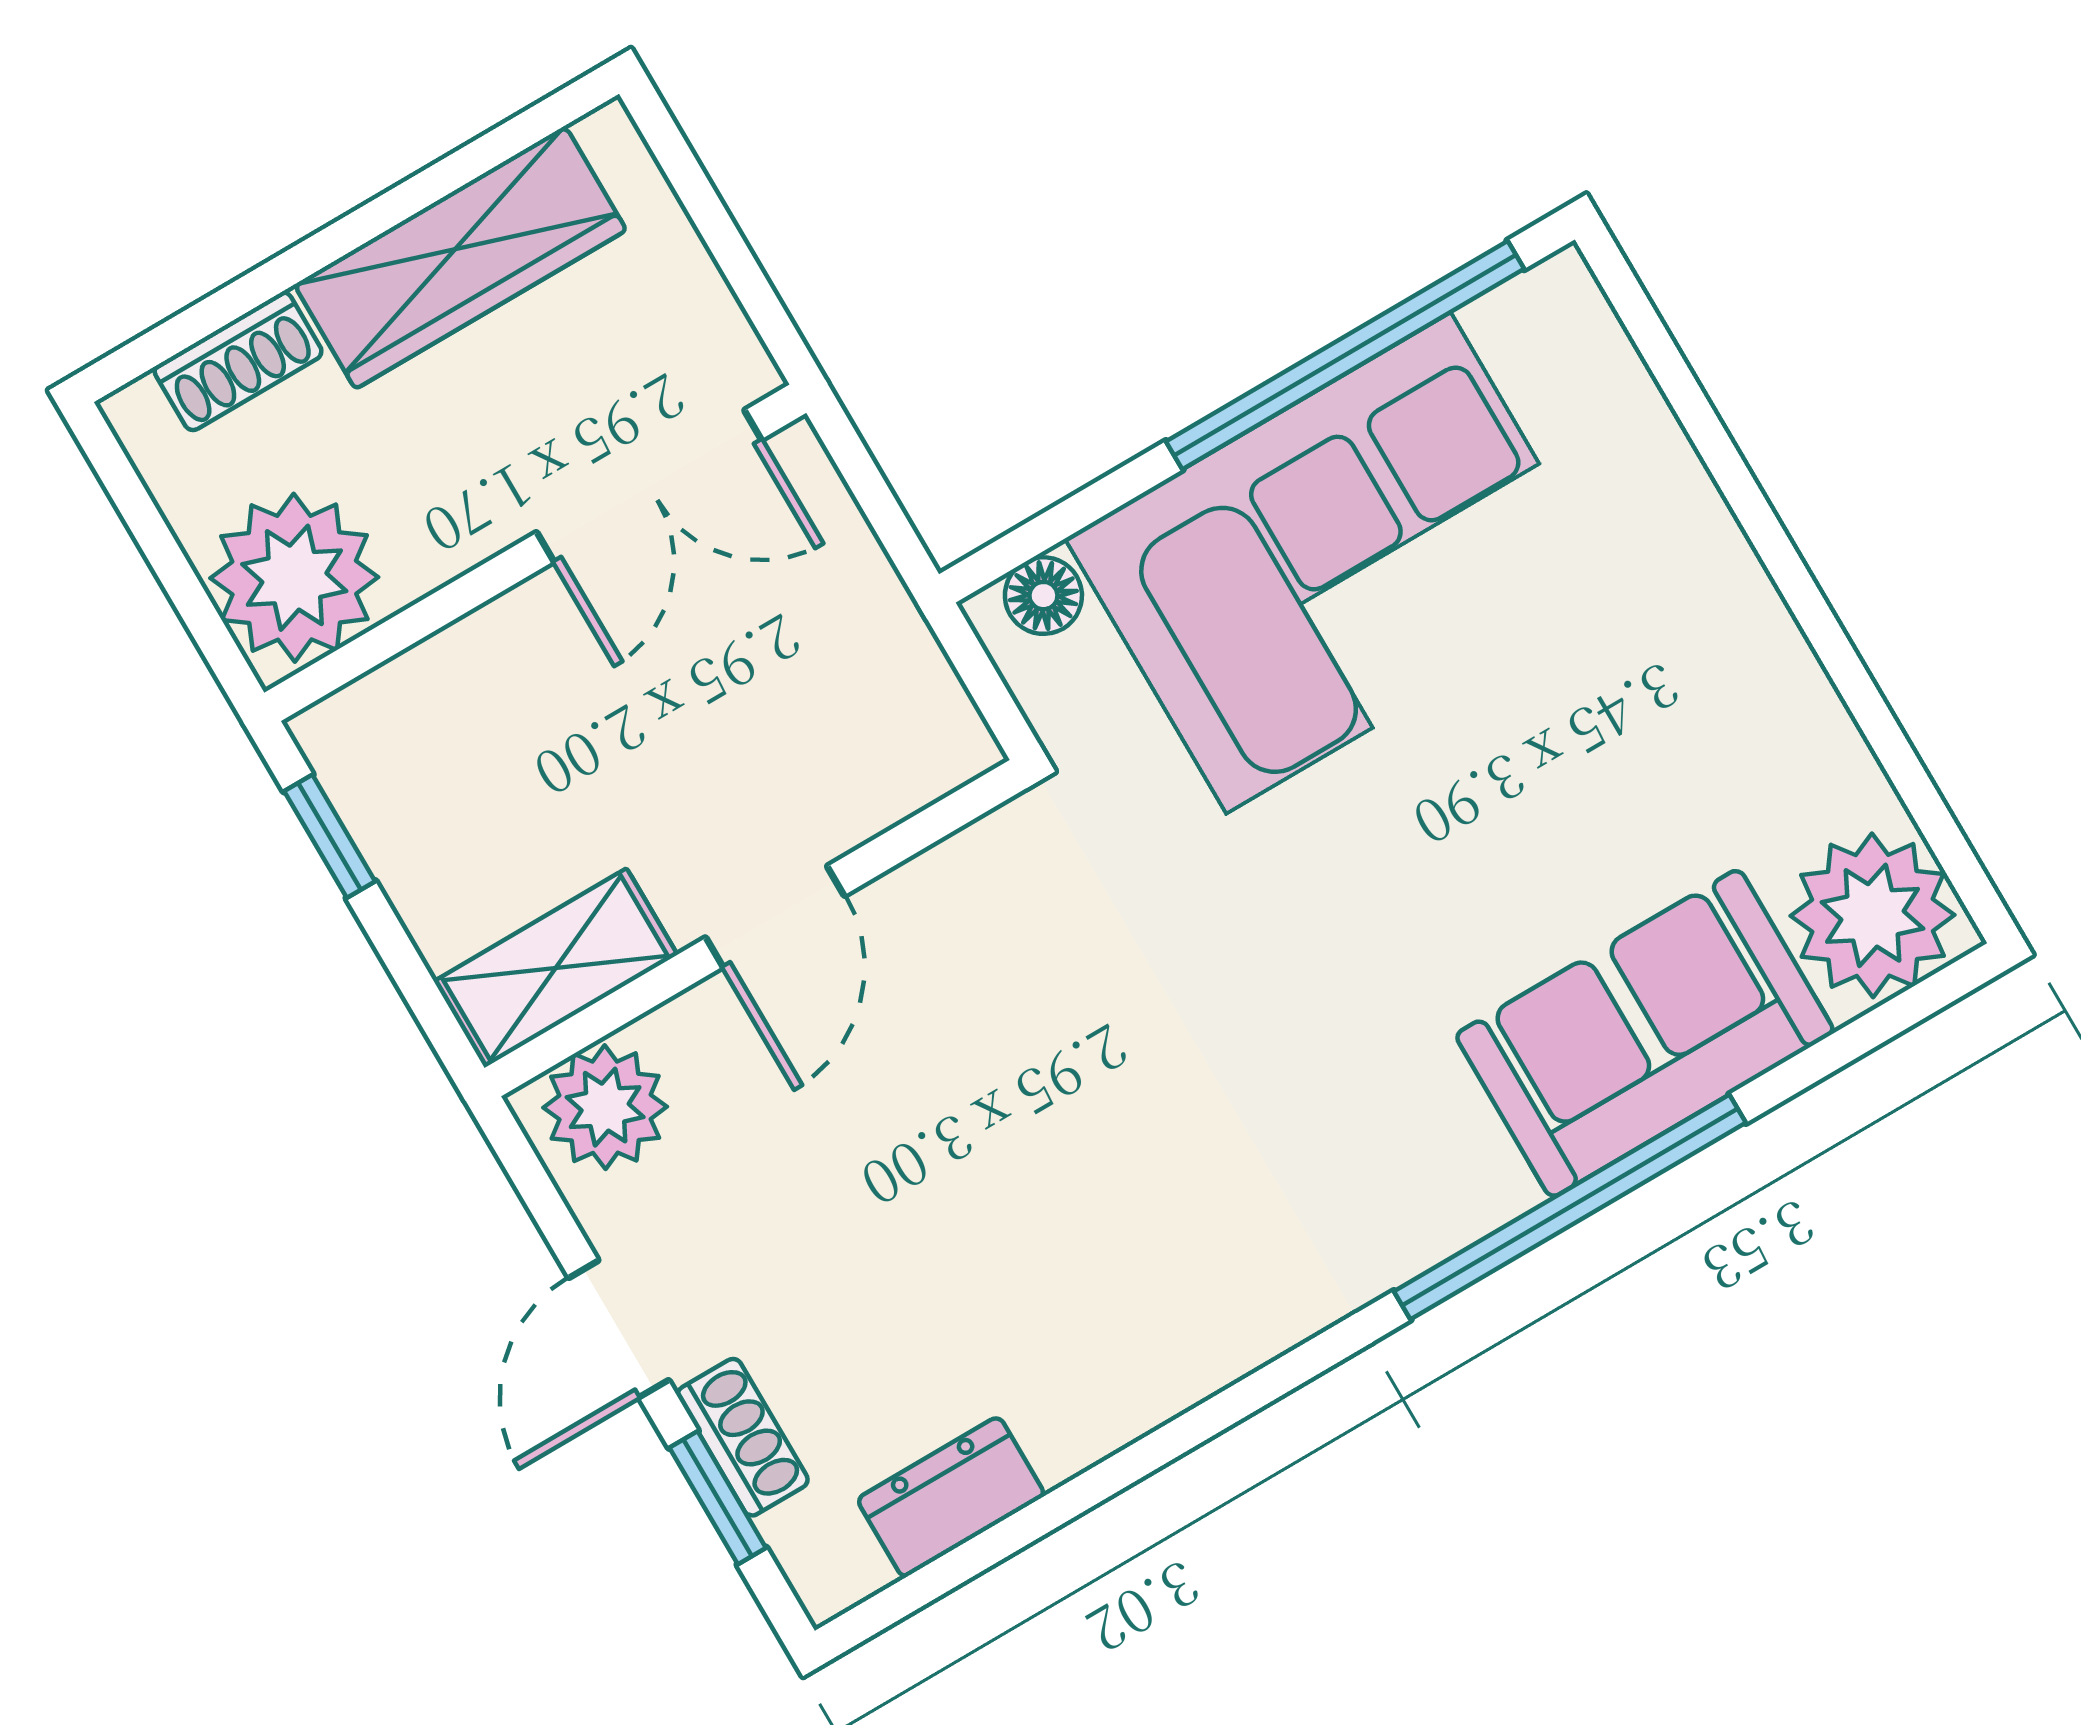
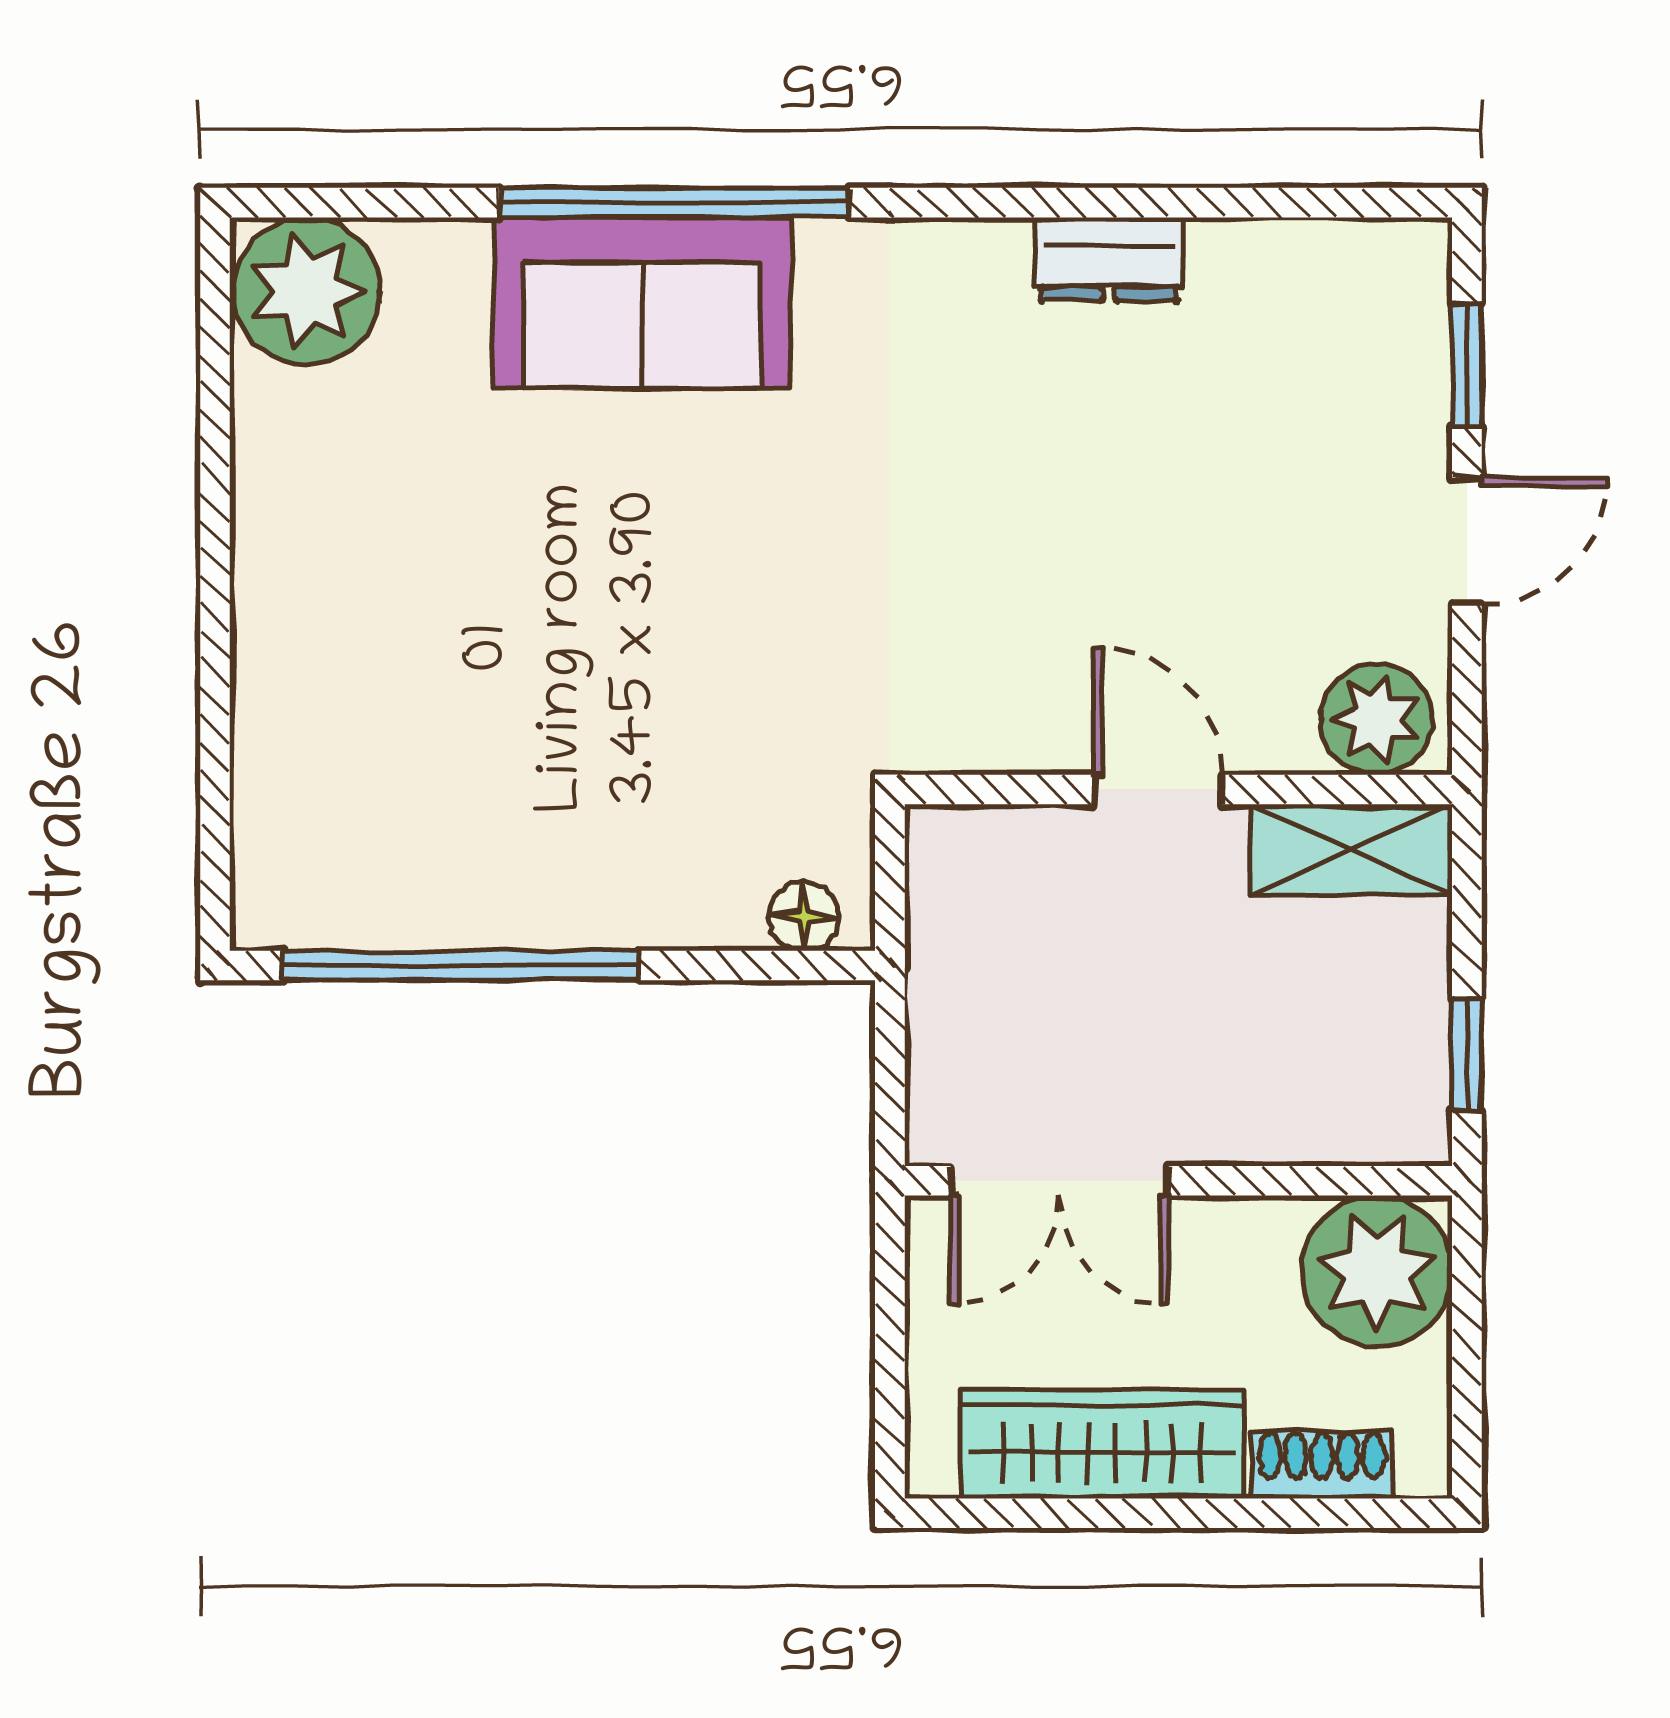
double door: (649, 486) -> (1060, 1181), swing flipped
corner sofa: (1338, 563) -> (560, 807), removed
door: (775, 917) -> (1158, 789), hinge flipped
sofa: (1645, 1033) -> (642, 303), moved
shoe rack: (743, 1437) -> (1420, 401), removed
dresser: (951, 1497) -> (1109, 259), moved

